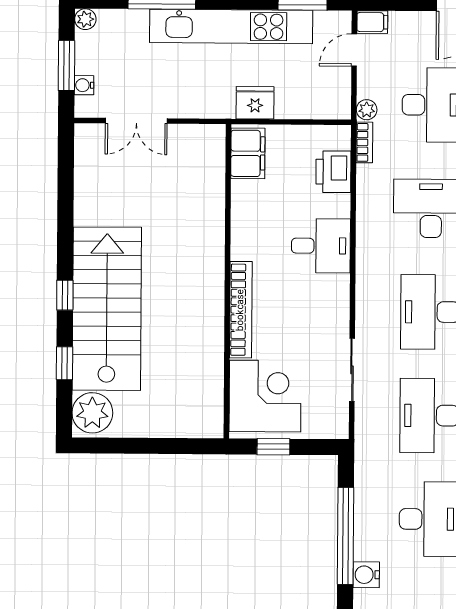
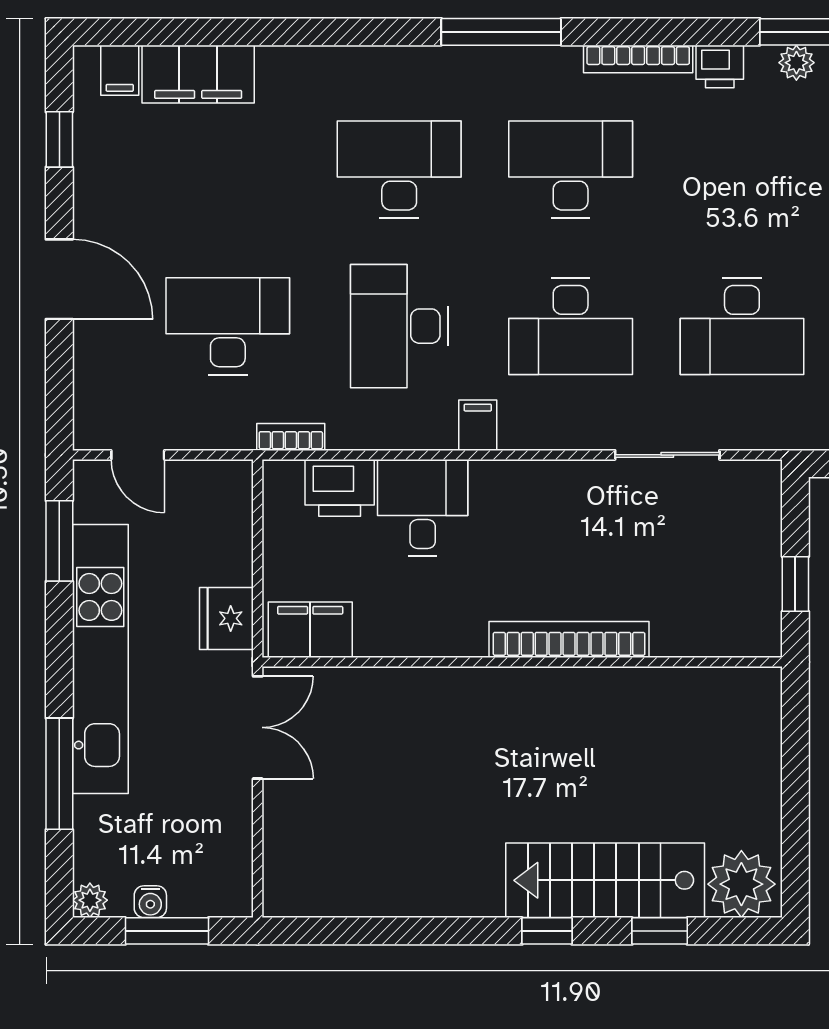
filing cabinet: (372, 22) -> (478, 425), moved
water cooler: (84, 85) -> (150, 902), moved
plant: (367, 110) -> (237, 434), removed
double door: (136, 121) -> (258, 727), moved
desk: (321, 246) -> (423, 508), moved
stairs: (107, 309) -> (605, 880), width x0.73, depth x0.66
corner desk: (265, 396) -> (712, 598), removed

